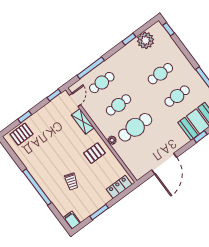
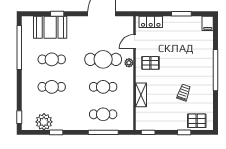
door: (75, 100) -> (134, 42), moved
trolley: (71, 181) -> (184, 93), moved

